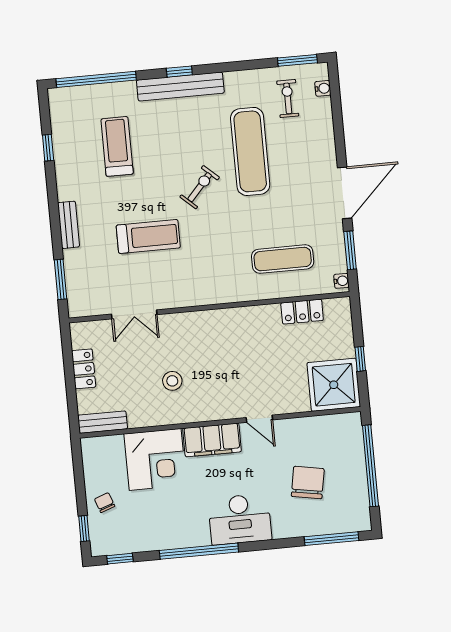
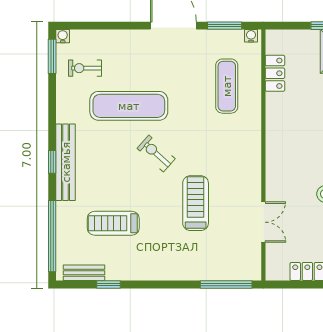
water cooler: (323, 88) -> (63, 36), moved
bench: (69, 225) -> (84, 273), moved
window: (60, 279) -> (226, 284), width x1.44

